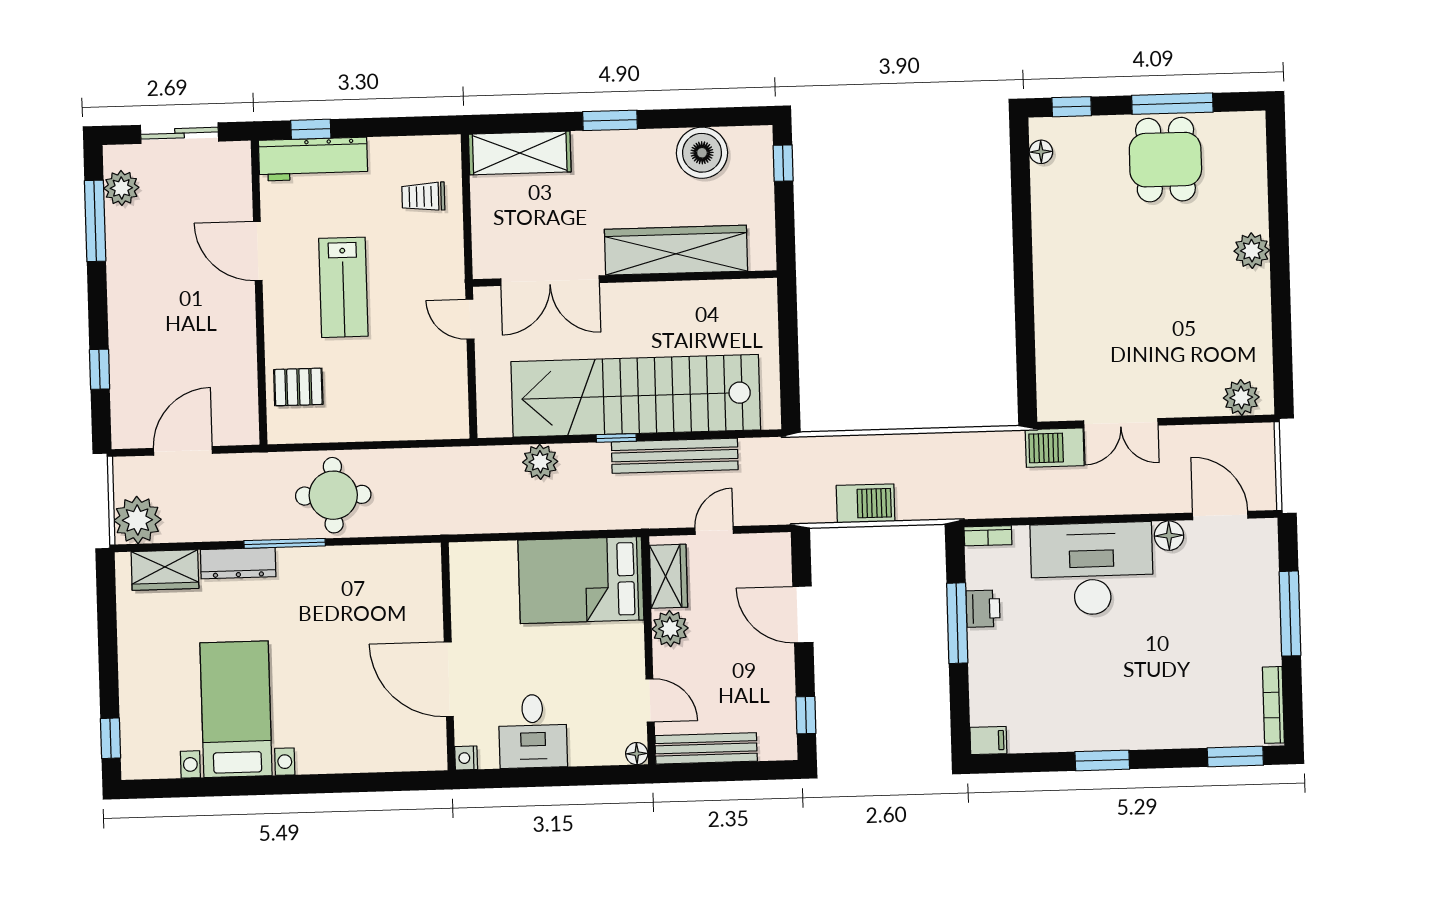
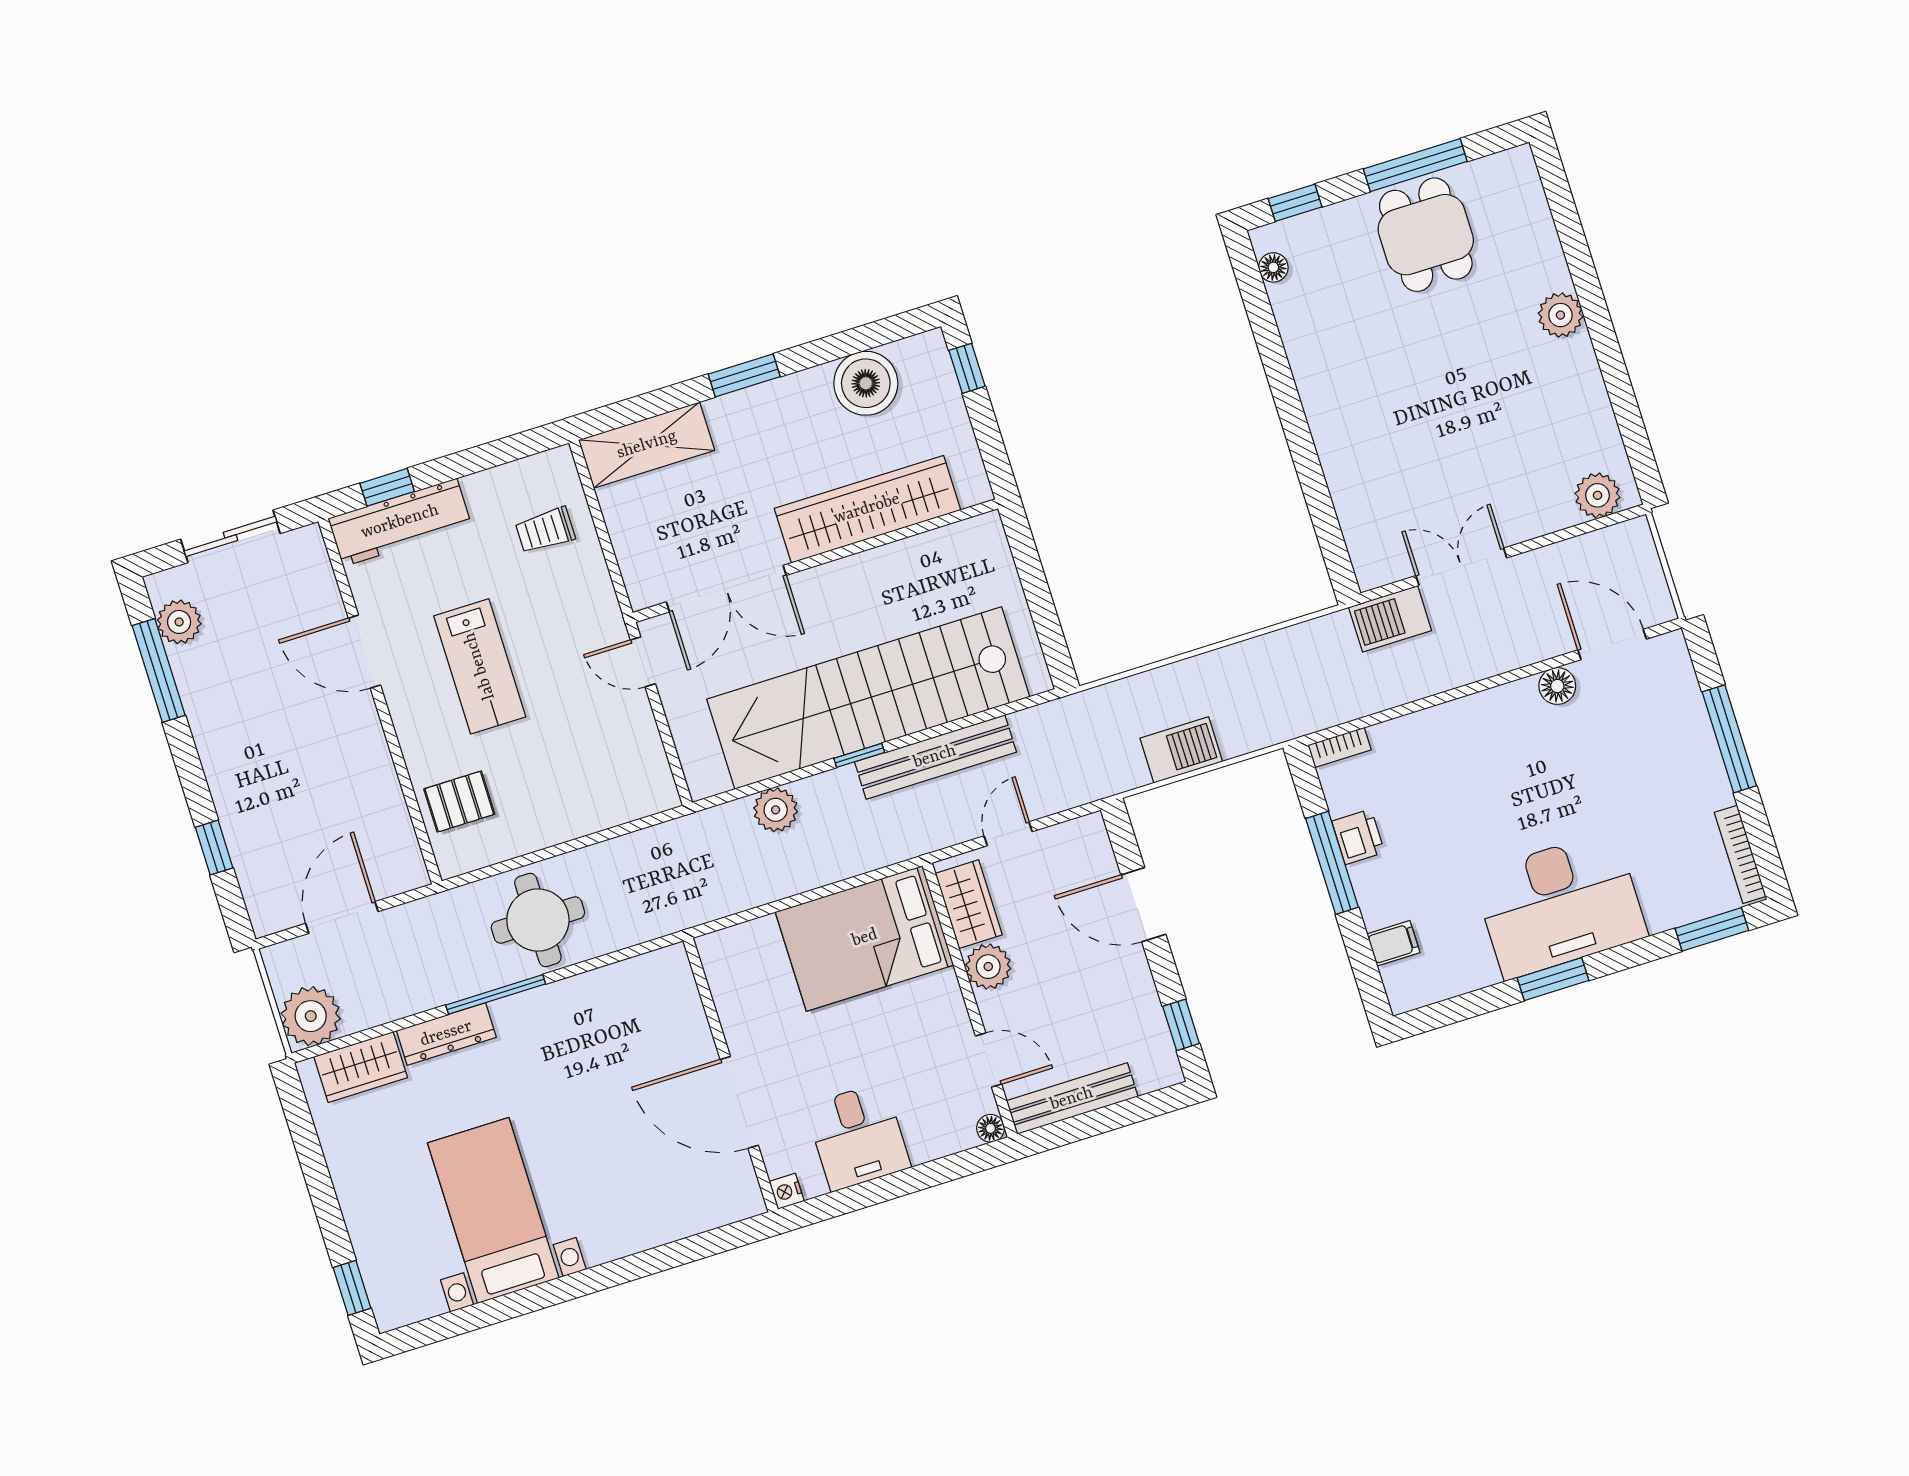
double door: (1121, 423) -> (1461, 567), swing flipped
desk: (1092, 569) -> (1560, 905), moved, turned 180
filing cabinet: (988, 740) -> (1393, 943), moved

